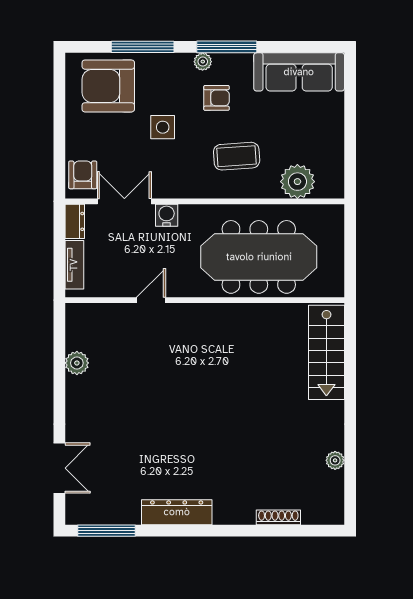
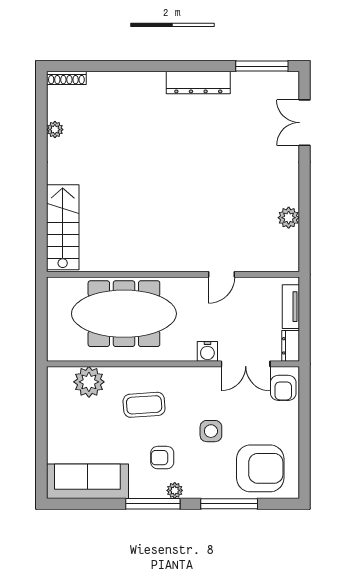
shoe rack: (278, 517) -> (66, 78), moved

